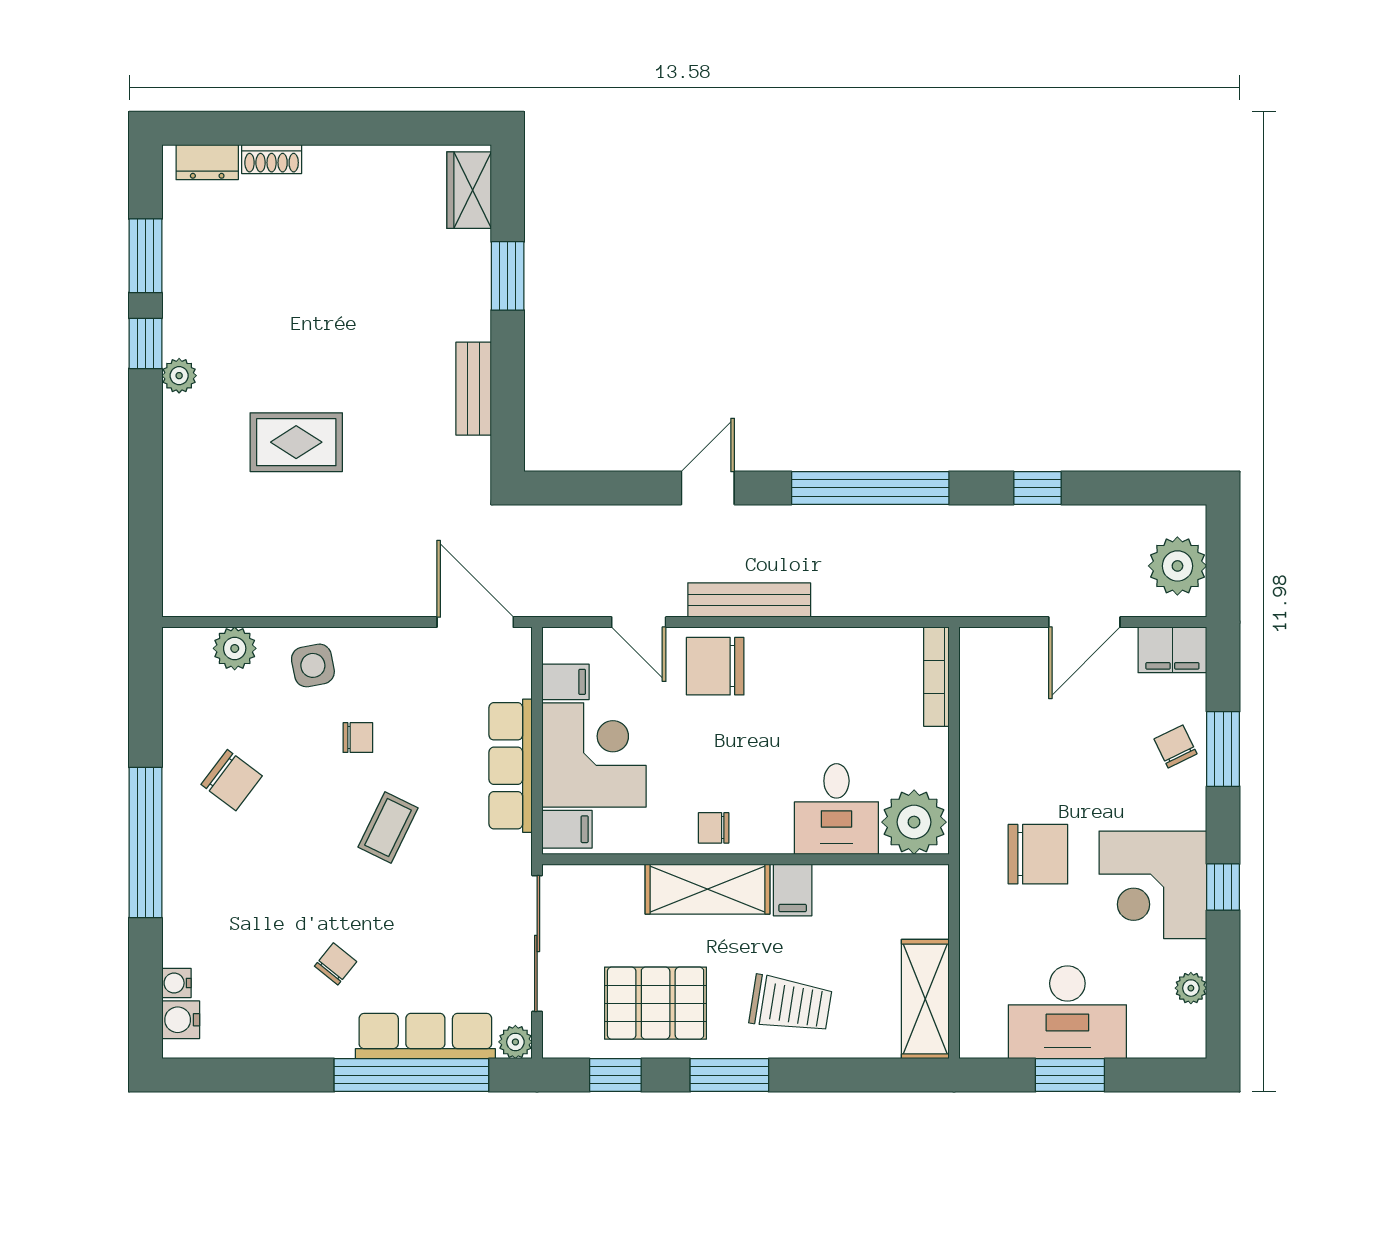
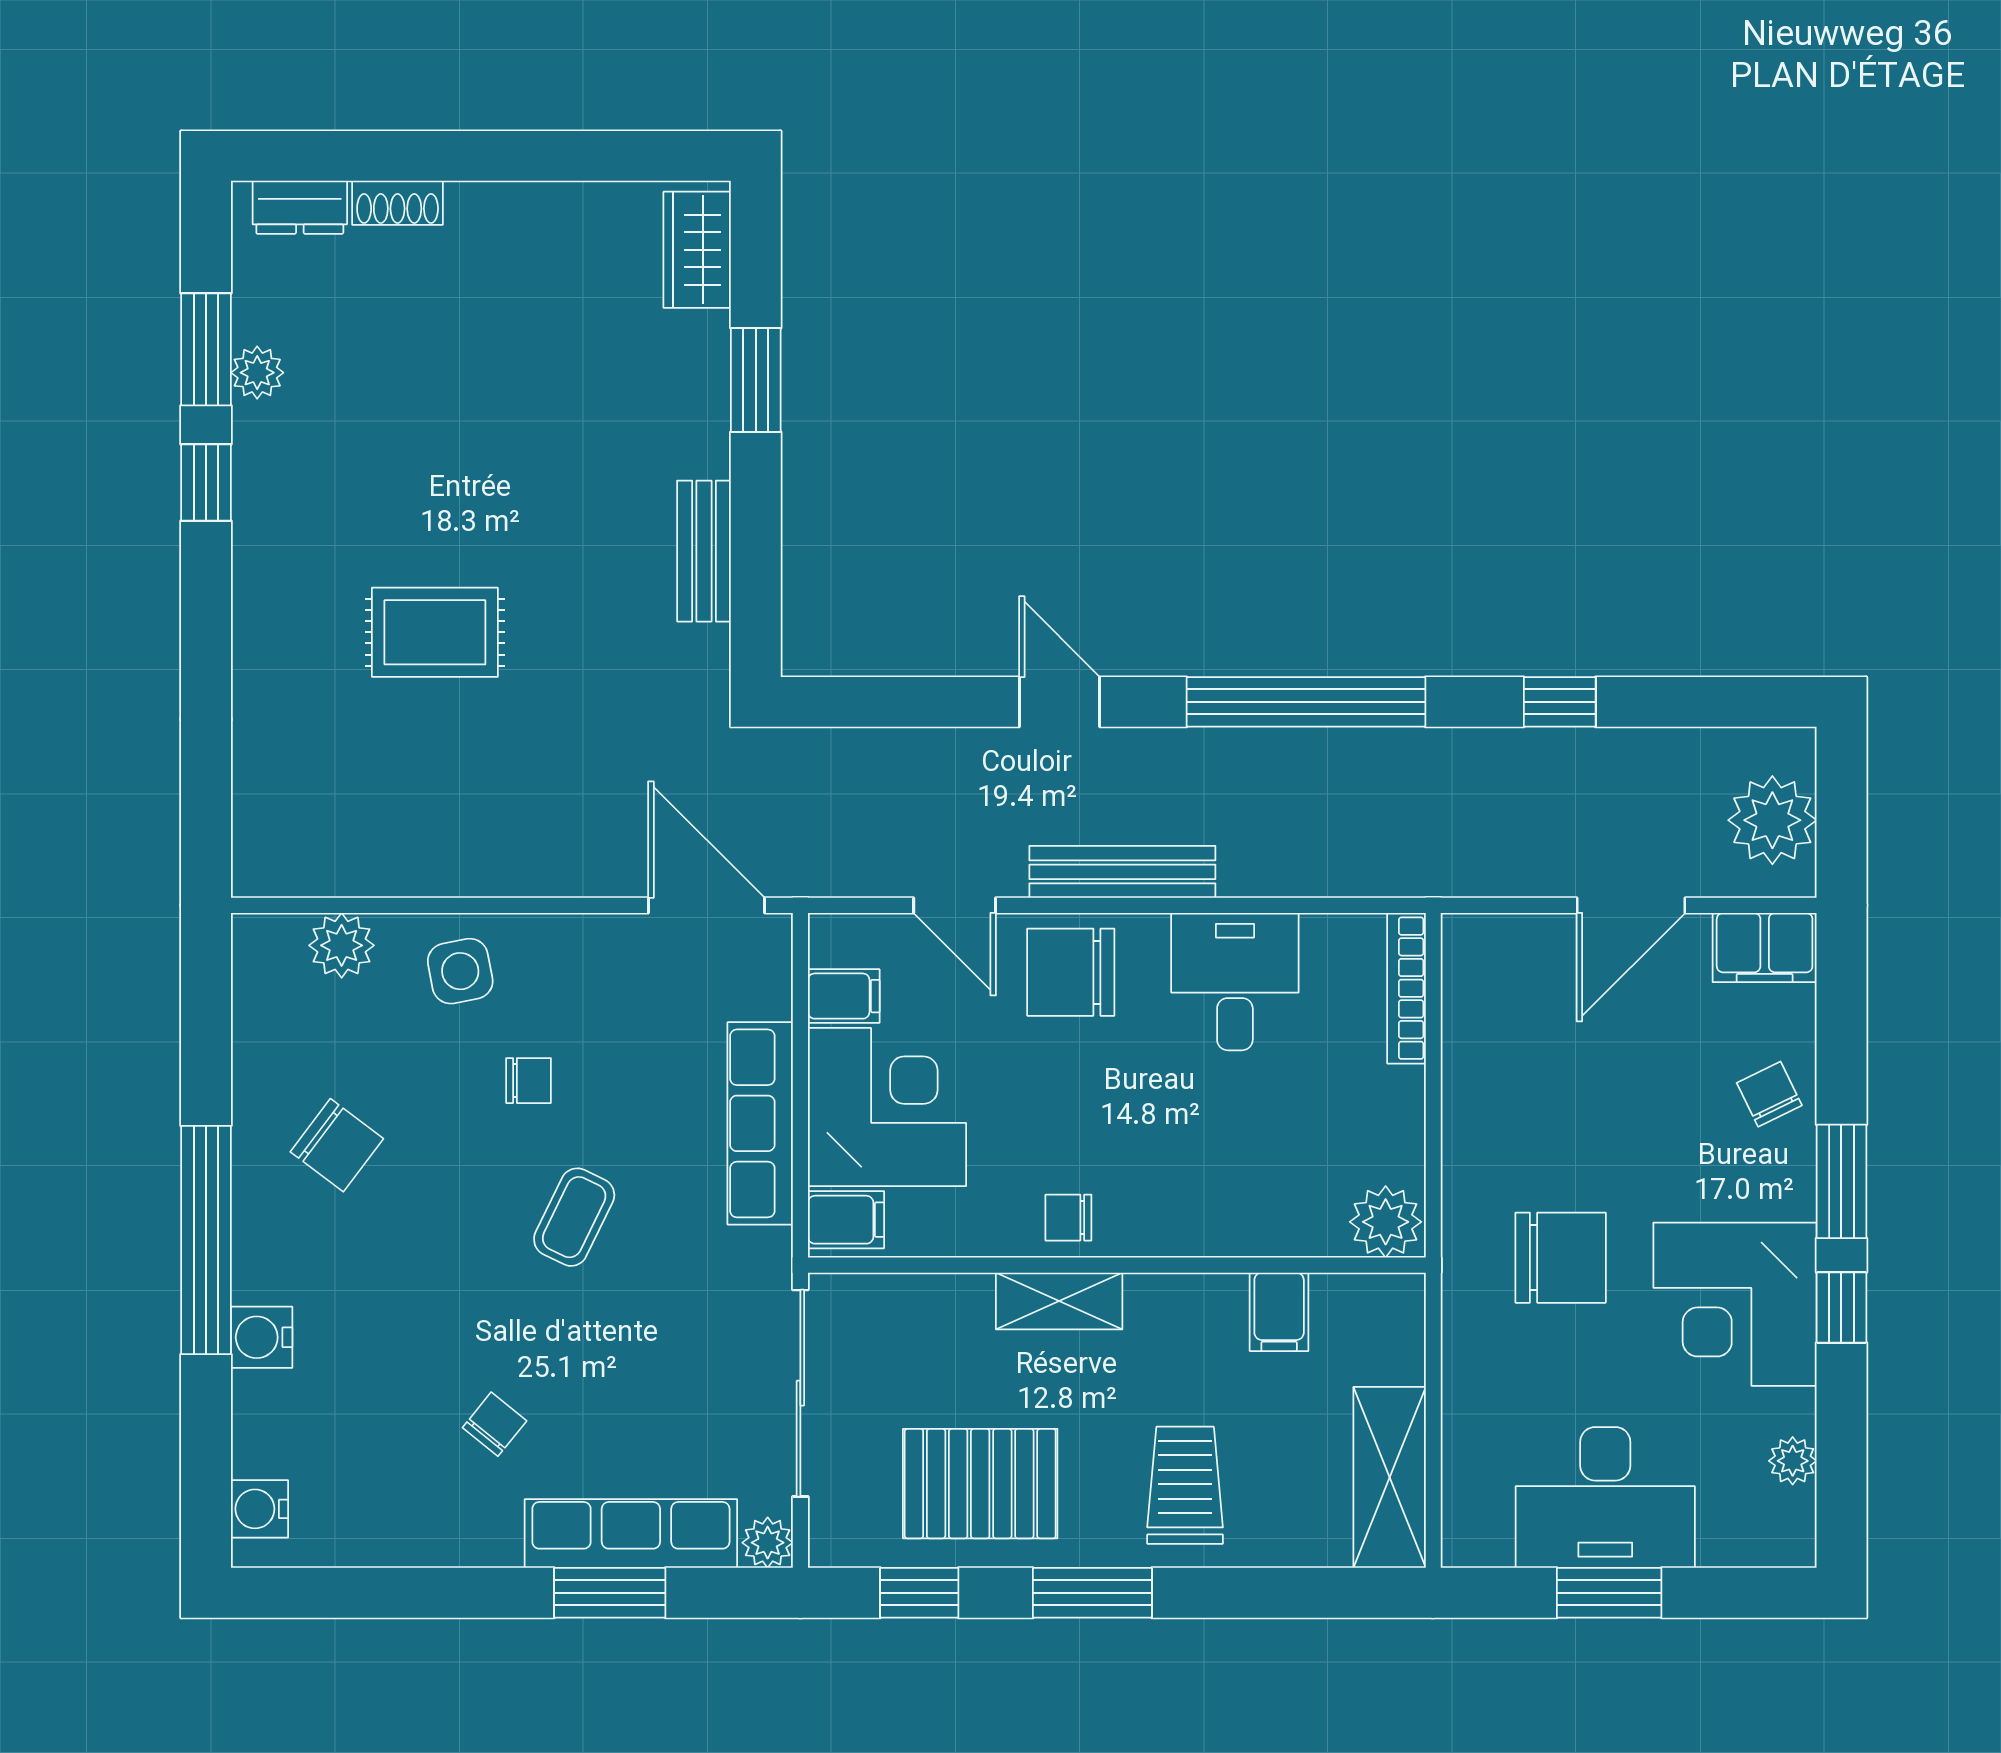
plant: (179, 376) -> (257, 373), moved
door: (708, 488) -> (1060, 702), hinge flipped
window: (1223, 749) -> (1841, 1181), moved
desk: (836, 809) -> (1235, 982), moved, turned 180
plant: (914, 822) -> (1386, 1222), width x0.73, depth x0.73
shelving: (708, 889) -> (1059, 1301), width x0.67, depth x0.75
filing cabinet: (793, 890) -> (1279, 1312), moved
water cooler: (176, 983) -> (262, 1337), moved, width x1.38, depth x1.38
trolley: (791, 1004) -> (1185, 1485), turned -99
window: (411, 1075) -> (610, 1593), width x0.47

